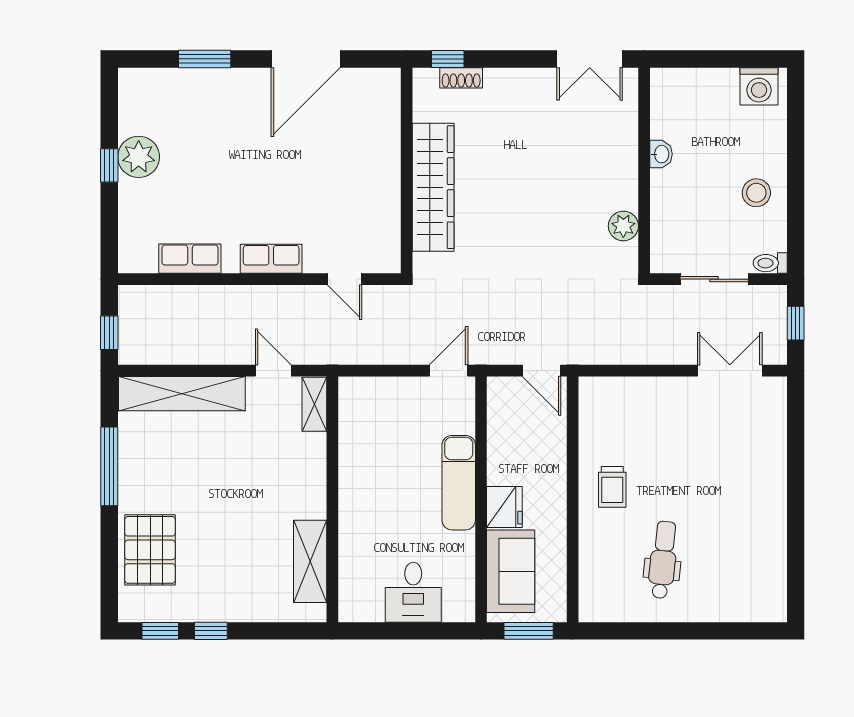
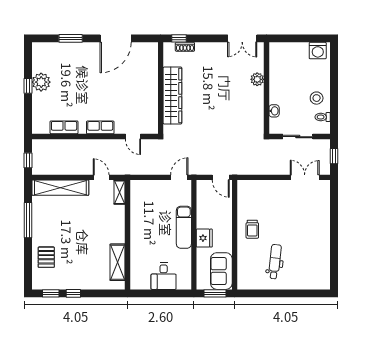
washbasin: (661, 154) -> (274, 111), moved
plant: (623, 226) -> (257, 79), moved
toilet: (770, 263) -> (323, 117), moved
pallet: (150, 550) -> (46, 257), width x0.67, depth x0.71
sofa: (511, 571) -> (221, 271), moved, turned 180

